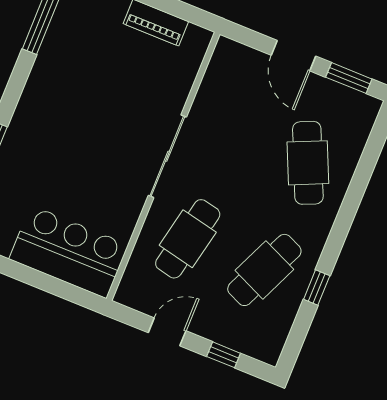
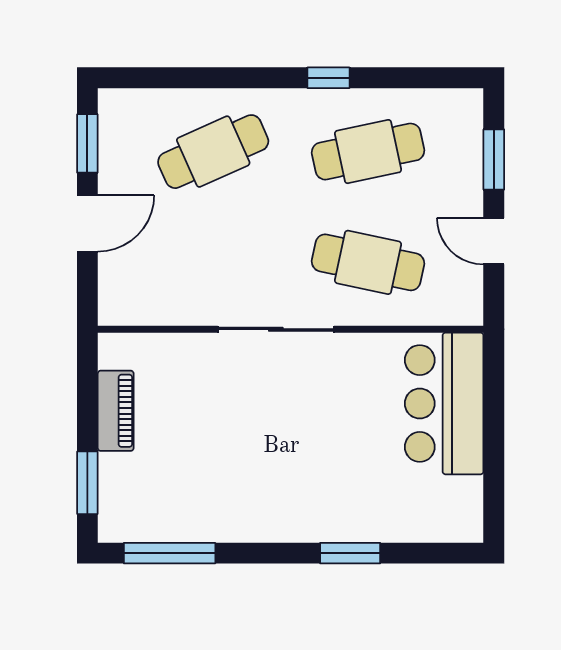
cafe table: (264, 270) -> (368, 152), turned -36
window: (317, 288) -> (328, 78), moved
window: (224, 355) -> (494, 160), width x1.50

